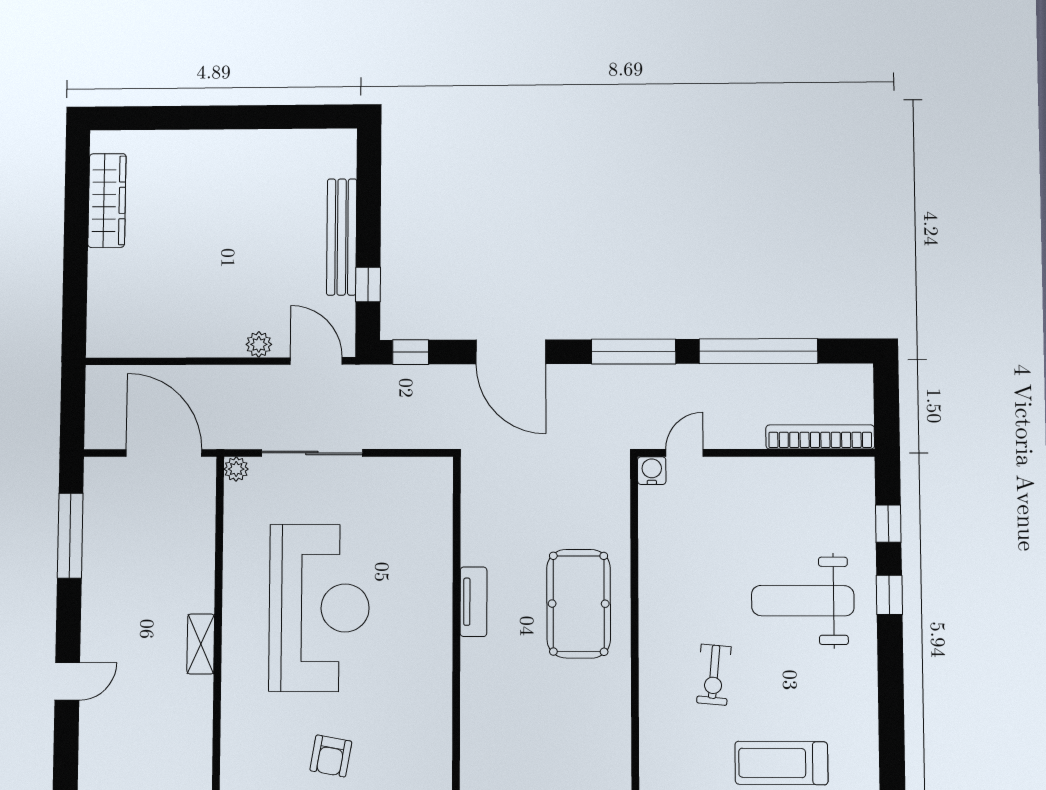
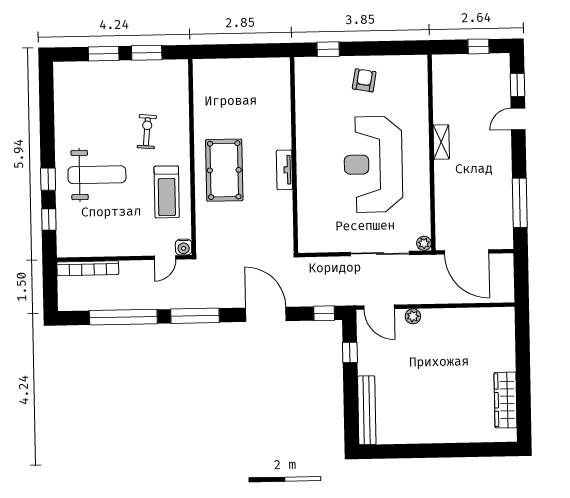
bench: (342, 237) -> (367, 410), moved
window: (66, 741) -> (517, 85), added
treadmill: (781, 763) -> (167, 192), moved, turned 90

